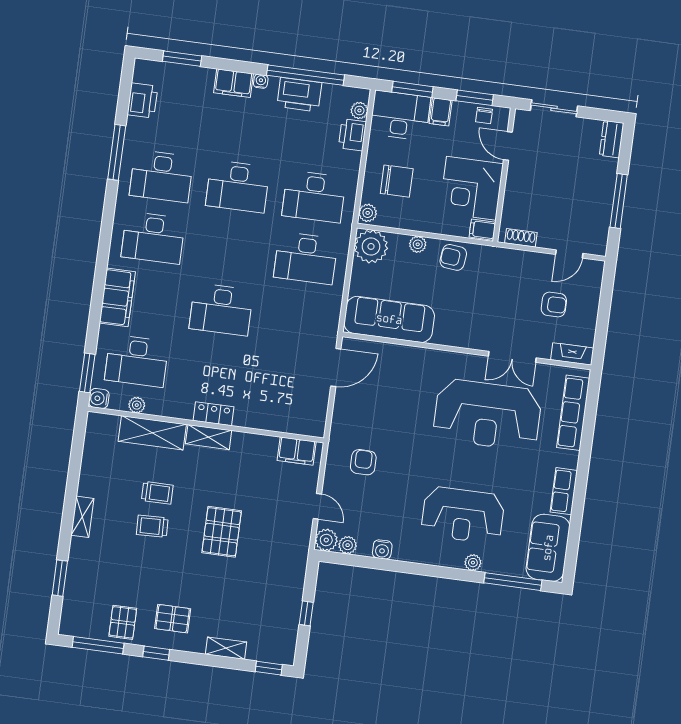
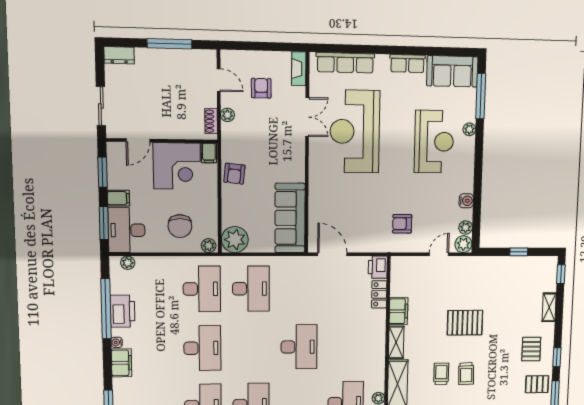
chair: (484, 115) -> (116, 163), removed
printer: (352, 135) -> (378, 267), moved, turned 90
chair: (397, 181) -> (180, 226), turned 180
plant: (418, 244) -> (227, 115), moved
locker: (214, 414) -> (379, 294), moved
reception desk: (487, 415) -> (355, 132), turned 180
filing cabinet: (297, 451) -> (398, 311), moved

